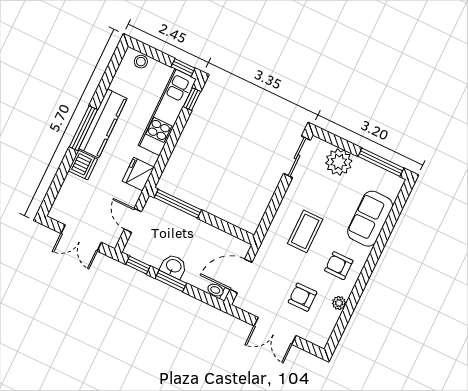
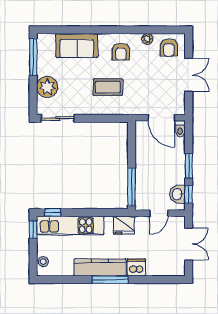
washbasin: (174, 266) -> (177, 194), moved
armchair: (303, 297) -> (169, 48), moved

